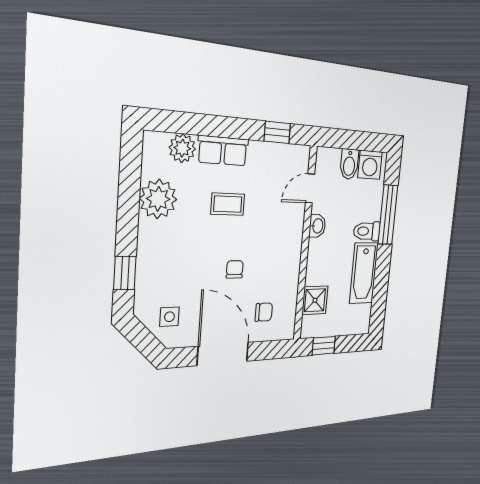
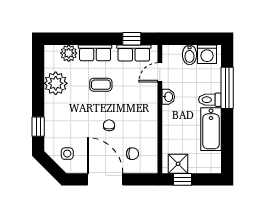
row of seats: (278, 155) -> (134, 53), added
shower: (315, 300) -> (178, 164), moved

